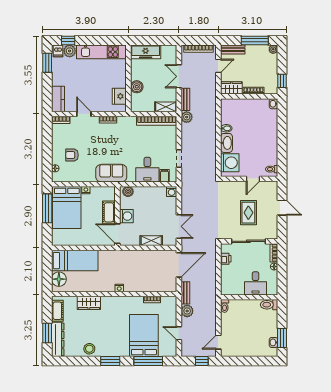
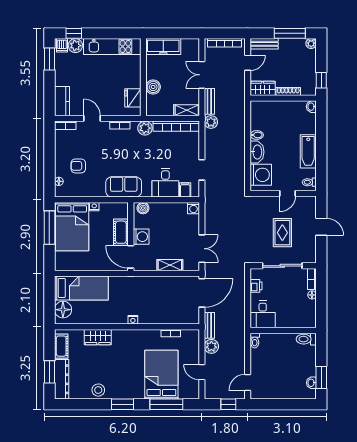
plant: (130, 122) -> (145, 128), added
bathtub: (271, 142) -> (308, 151), added
desk: (256, 283) -> (263, 314), moved

